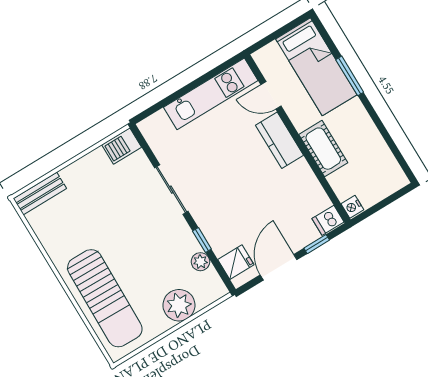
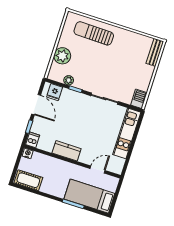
kitchen unit: (211, 94) -> (127, 133), moved
kitchen counter: (279, 140) -> (67, 151), moved
cot: (323, 149) -> (28, 180), moved
sun lounger: (105, 298) -> (94, 33), width x0.73, depth x0.75

